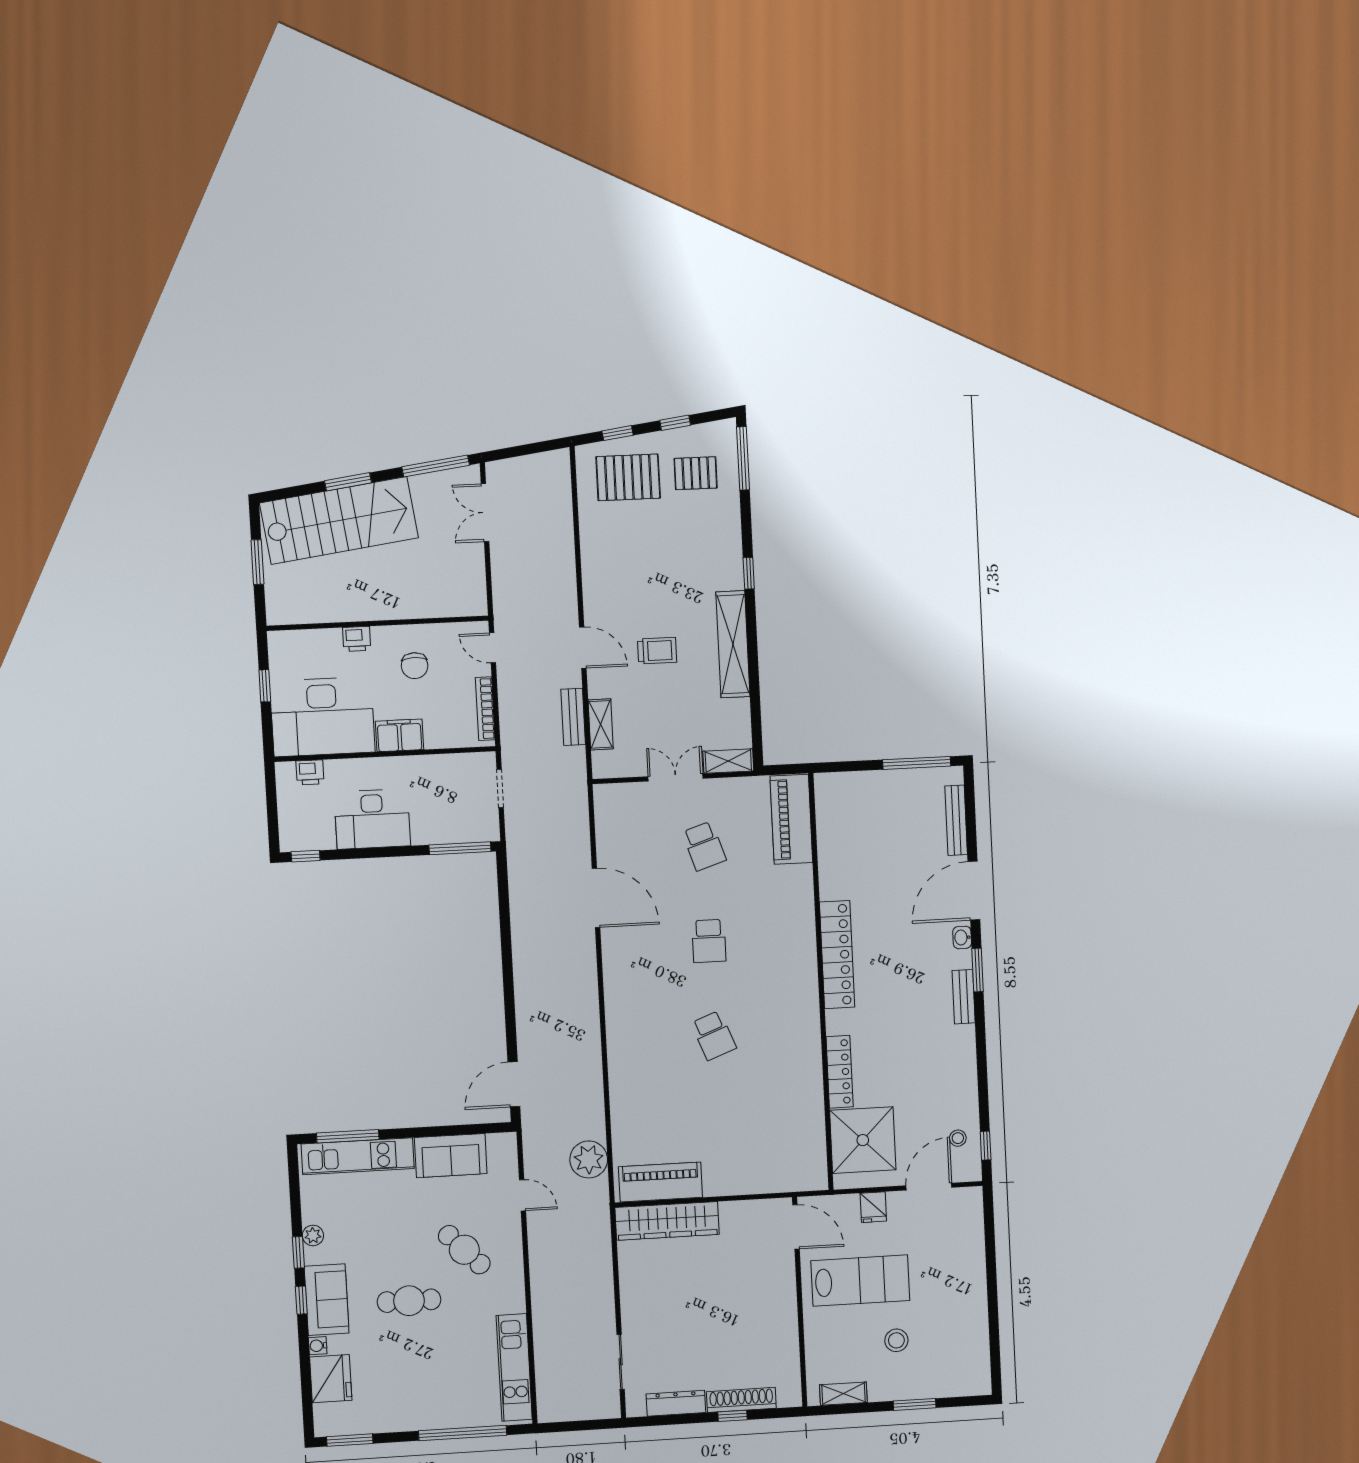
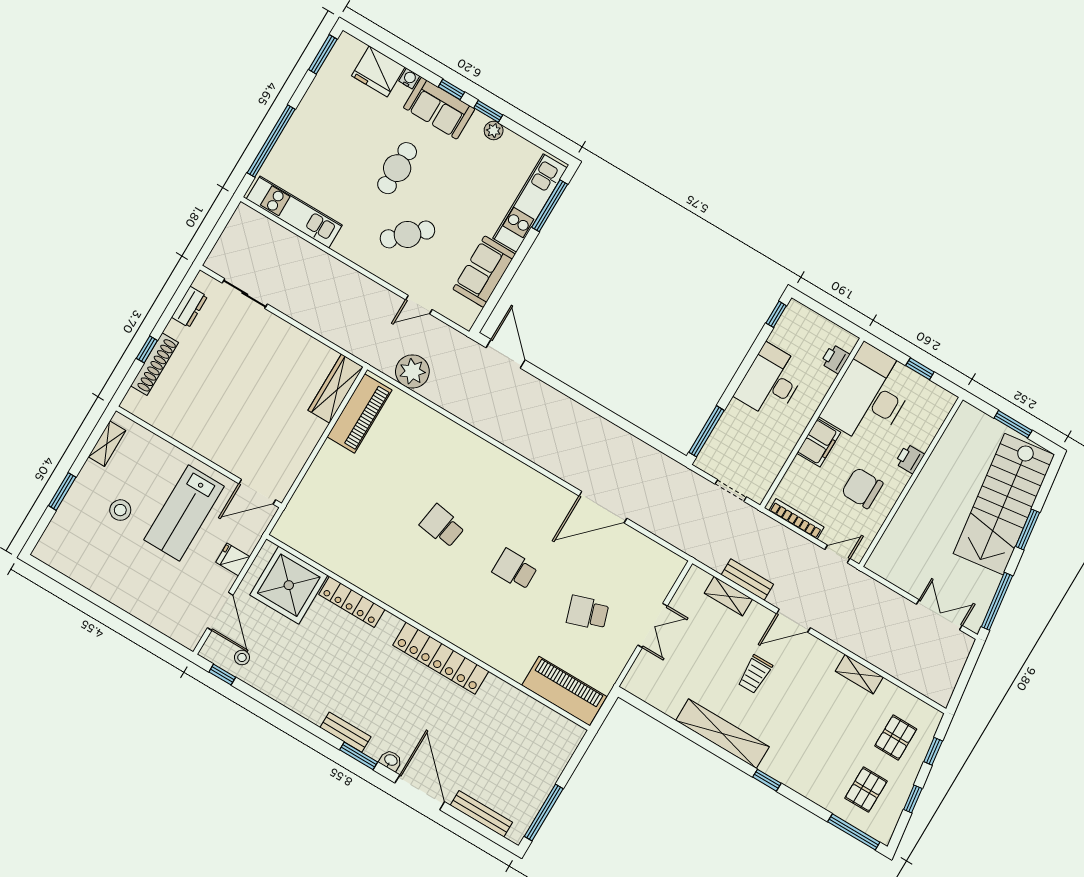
pallet: (628, 477) -> (896, 737), width x0.67, depth x0.71
chair: (415, 666) -> (862, 488), width x1.37, depth x1.37
shelving: (728, 761) -> (859, 674), moved, turned 90
school desk: (714, 1036) -> (442, 526), turned 30
wardrobe: (667, 1221) -> (336, 389), width x0.71, depth x0.85
dresser: (676, 1403) -> (189, 307), width x0.70

